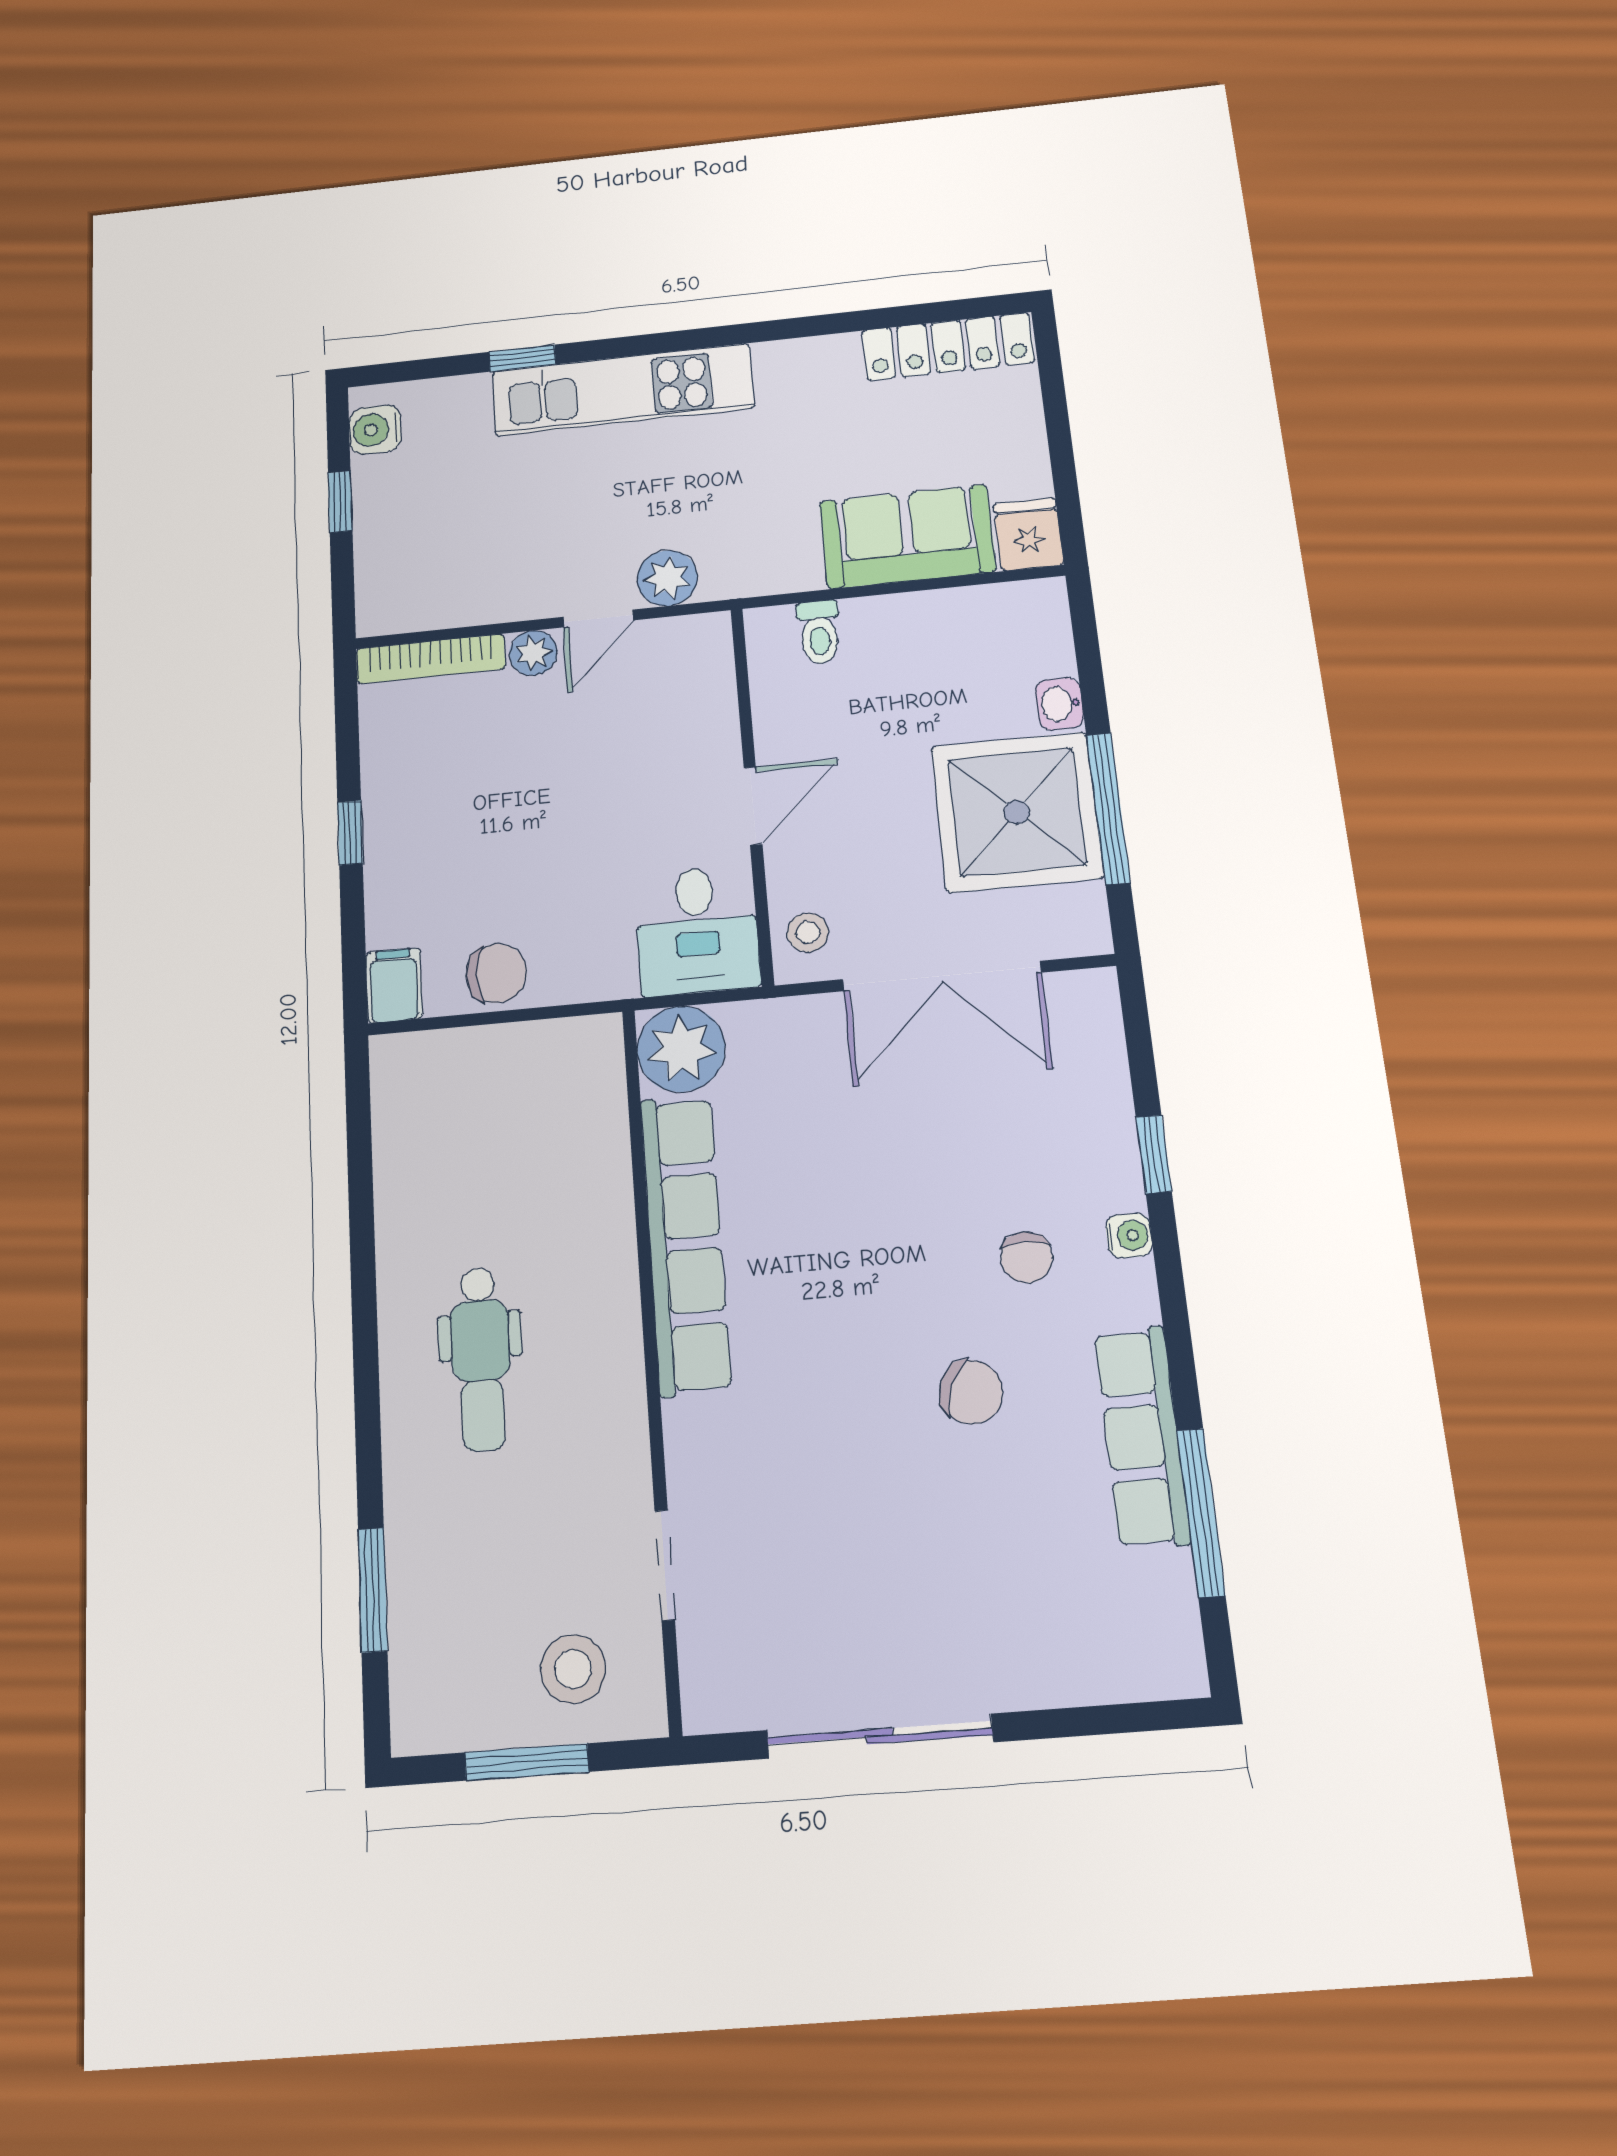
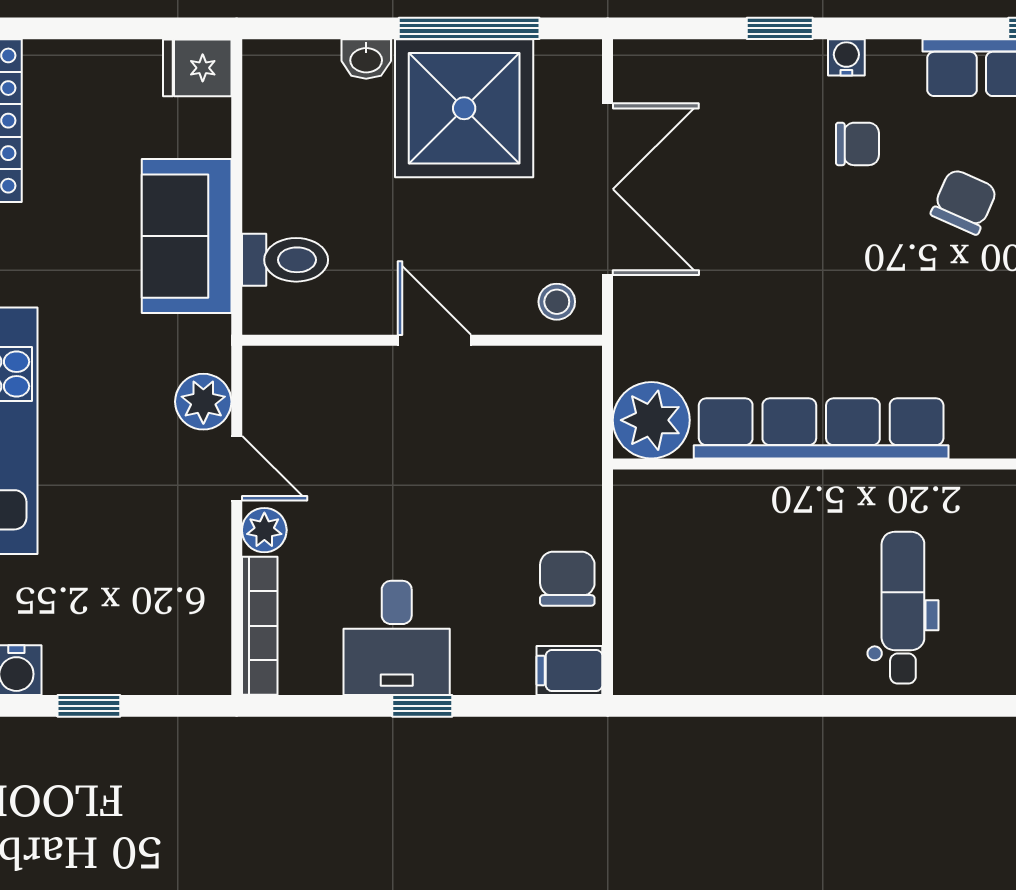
sofa: (907, 537) -> (187, 236), moved
toilet: (819, 632) -> (285, 260), width x1.37, depth x1.39
desk: (697, 930) -> (397, 638), moved, turned 90
dental chair: (481, 1359) -> (903, 608), turned -90

